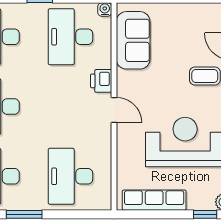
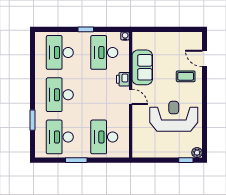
sofa: (133, 40) -> (142, 67), moved
row of seats: (154, 200) -> (155, 151), removed

